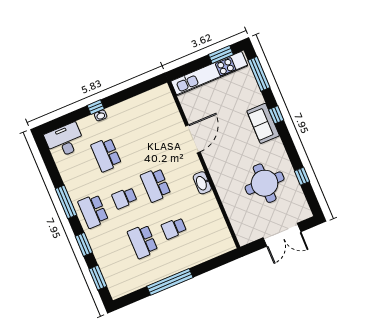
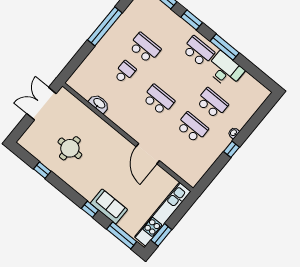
window: (96, 107) -> (232, 149), moved
sofa: (263, 123) -> (109, 206), moved
desk: (65, 141) -> (225, 70), moved, turned -90
washbasin: (202, 183) -> (99, 104), moved
round table: (265, 183) -> (70, 148), width x0.73, depth x0.73
school desk: (124, 198) -> (192, 127), moved, width x1.85
double door: (282, 235) -> (41, 104), moved

